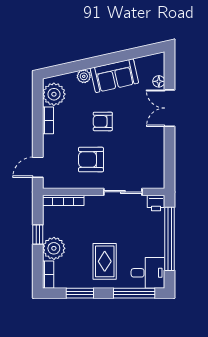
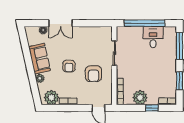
printer: (156, 203) -> (121, 32), removed
window: (38, 234) -> (152, 108), moved
plant: (54, 248) -> (140, 98), moved
rug: (105, 261) -> (159, 65), removed
desk: (148, 273) -> (153, 37), moved

